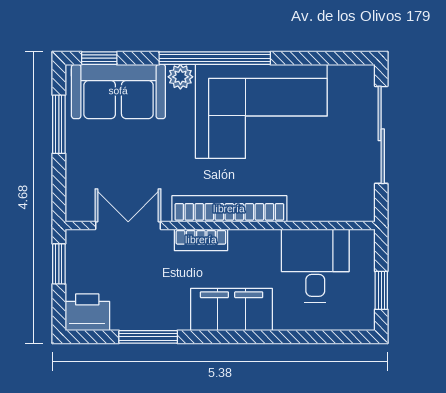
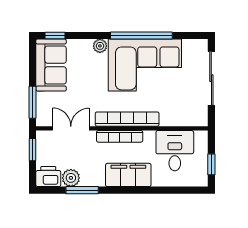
window: (215, 58) -> (141, 36), moved
sofa: (118, 91) -> (51, 65), moved, turned -90
window: (59, 124) -> (32, 102), moved
bookcase: (201, 240) -> (120, 136), width x1.56
plant: (128, 315) -> (71, 178), added

